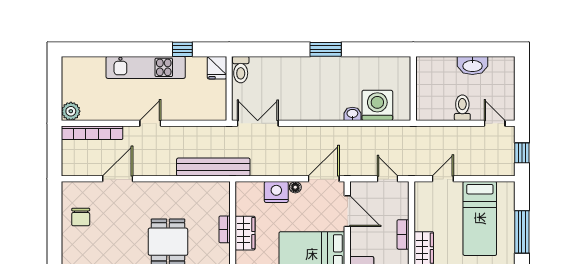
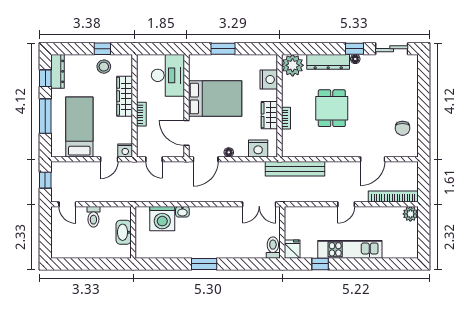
washbasin: (472, 65) -> (124, 232), moved, turned -90
nightstand: (423, 190) -> (125, 150), added
nightstand: (276, 192) -> (258, 148), moved
chair: (81, 217) -> (403, 128), turned 180

